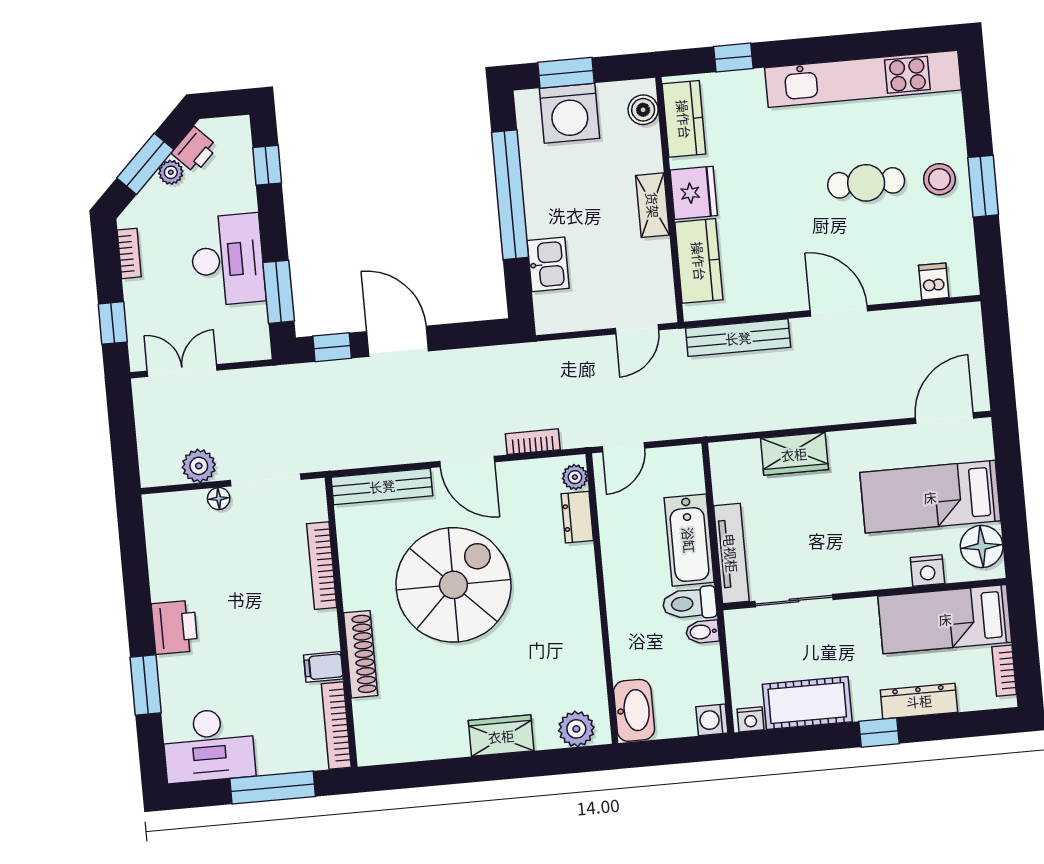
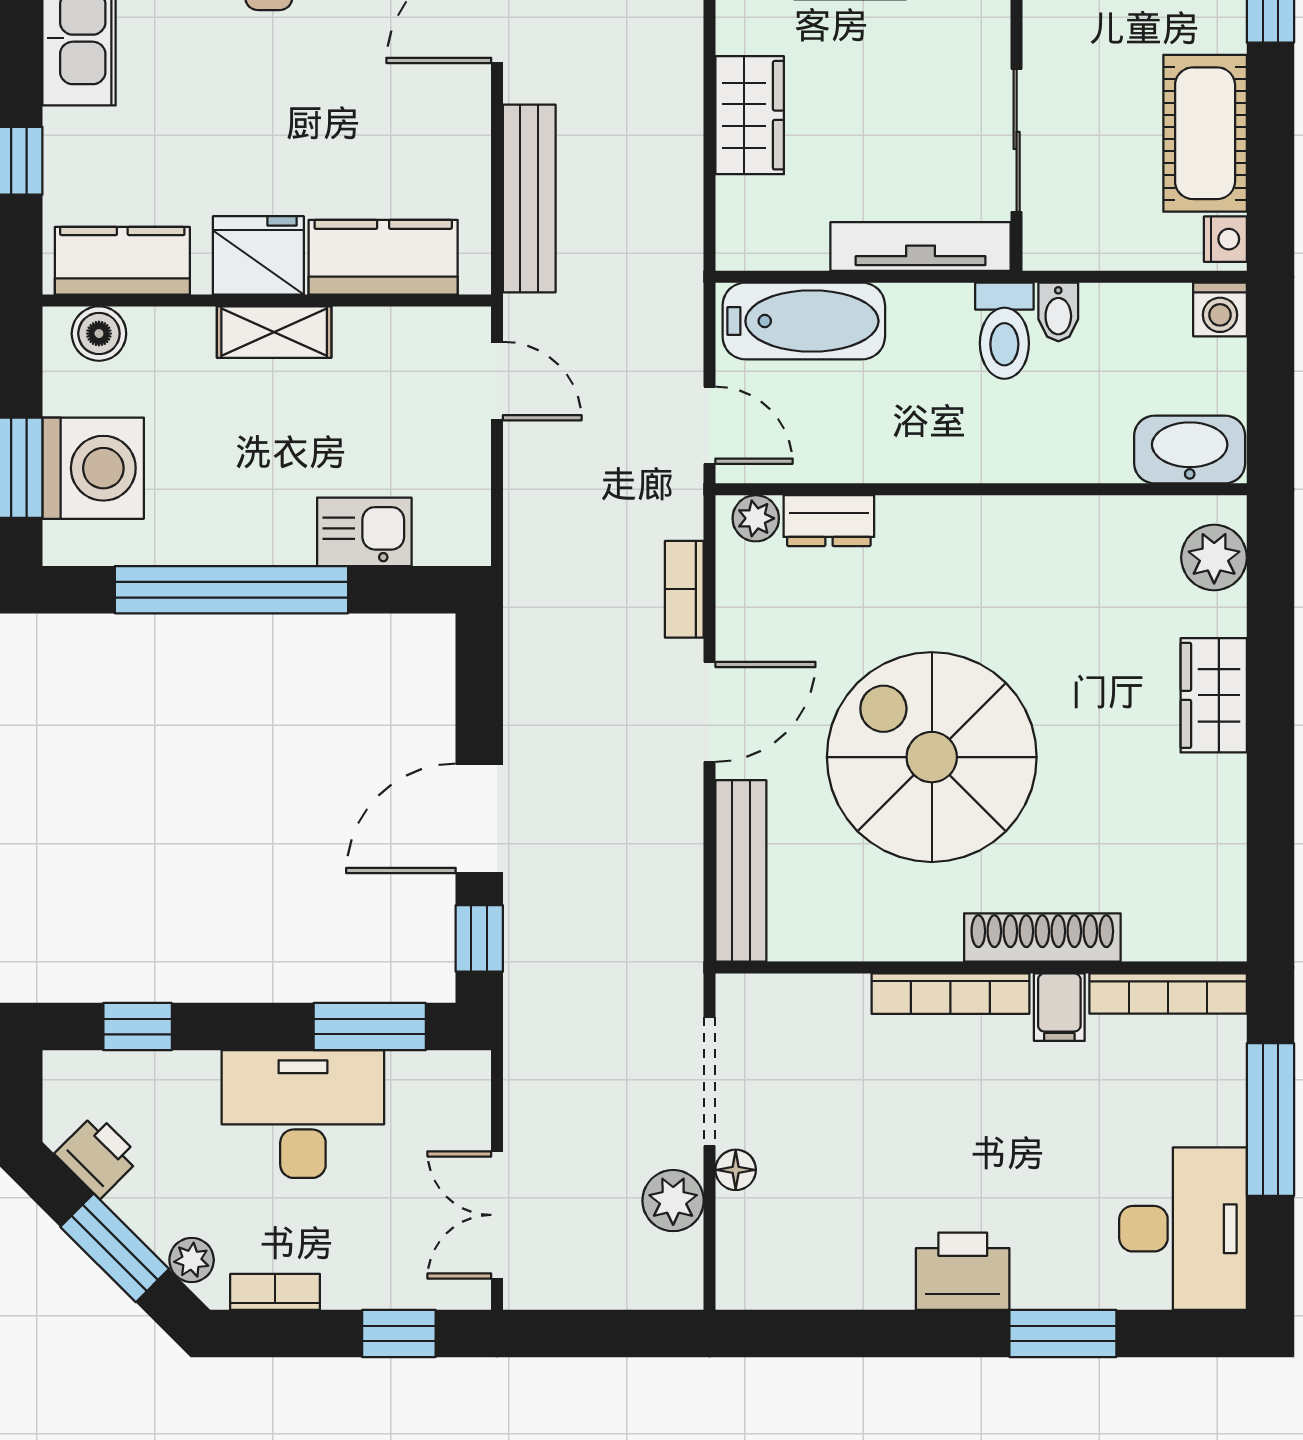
plant: (171, 172) -> (192, 1260), moved
bathtub: (689, 540) -> (804, 321), moved
bookcase: (322, 566) -> (950, 994), moved

